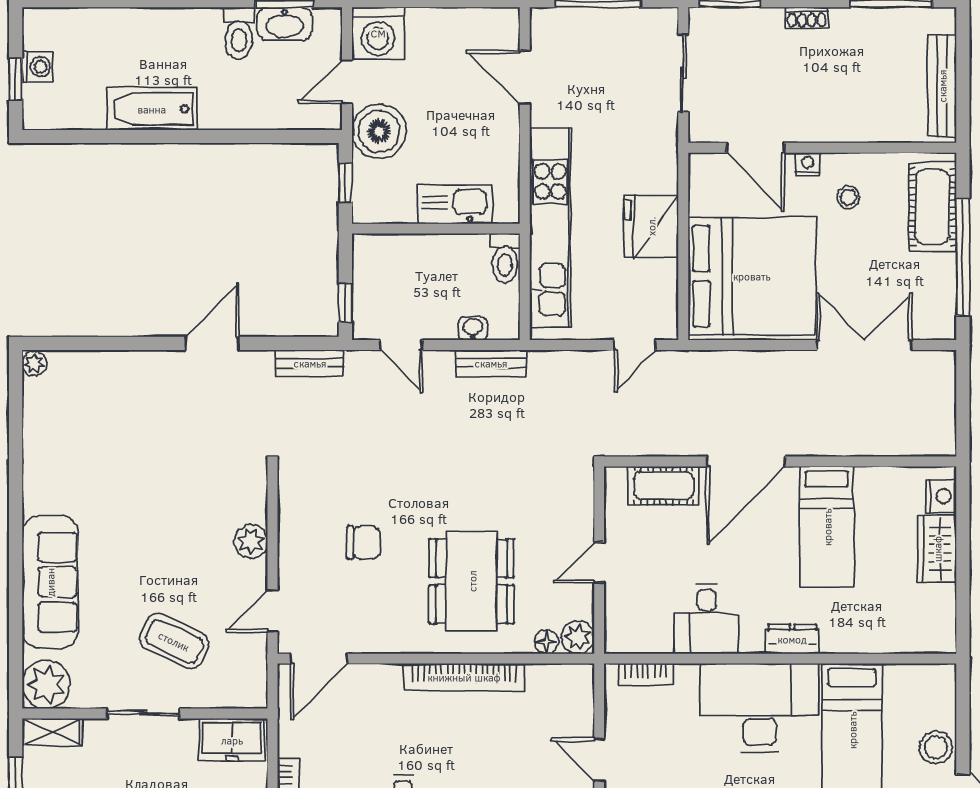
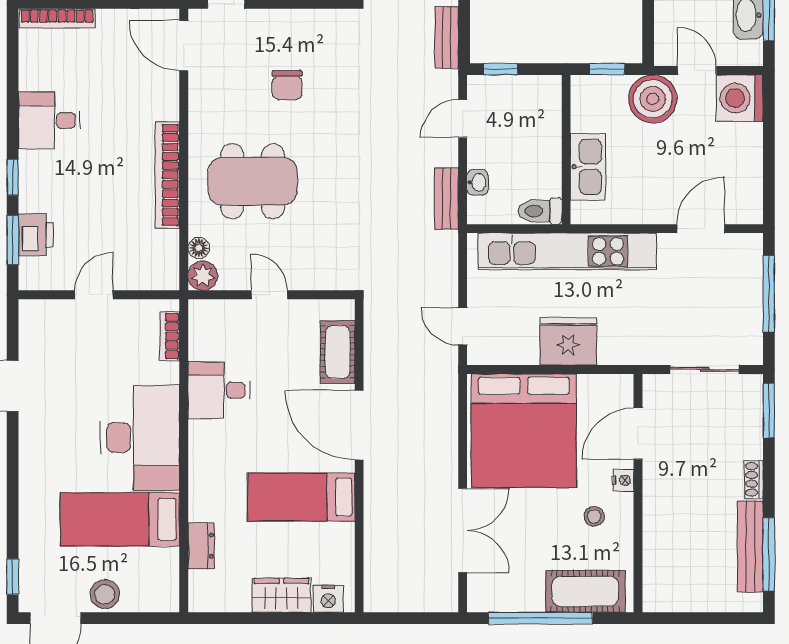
bench: (942, 86) -> (750, 546), moved, turned 90
dresser: (792, 639) -> (201, 546), moved

